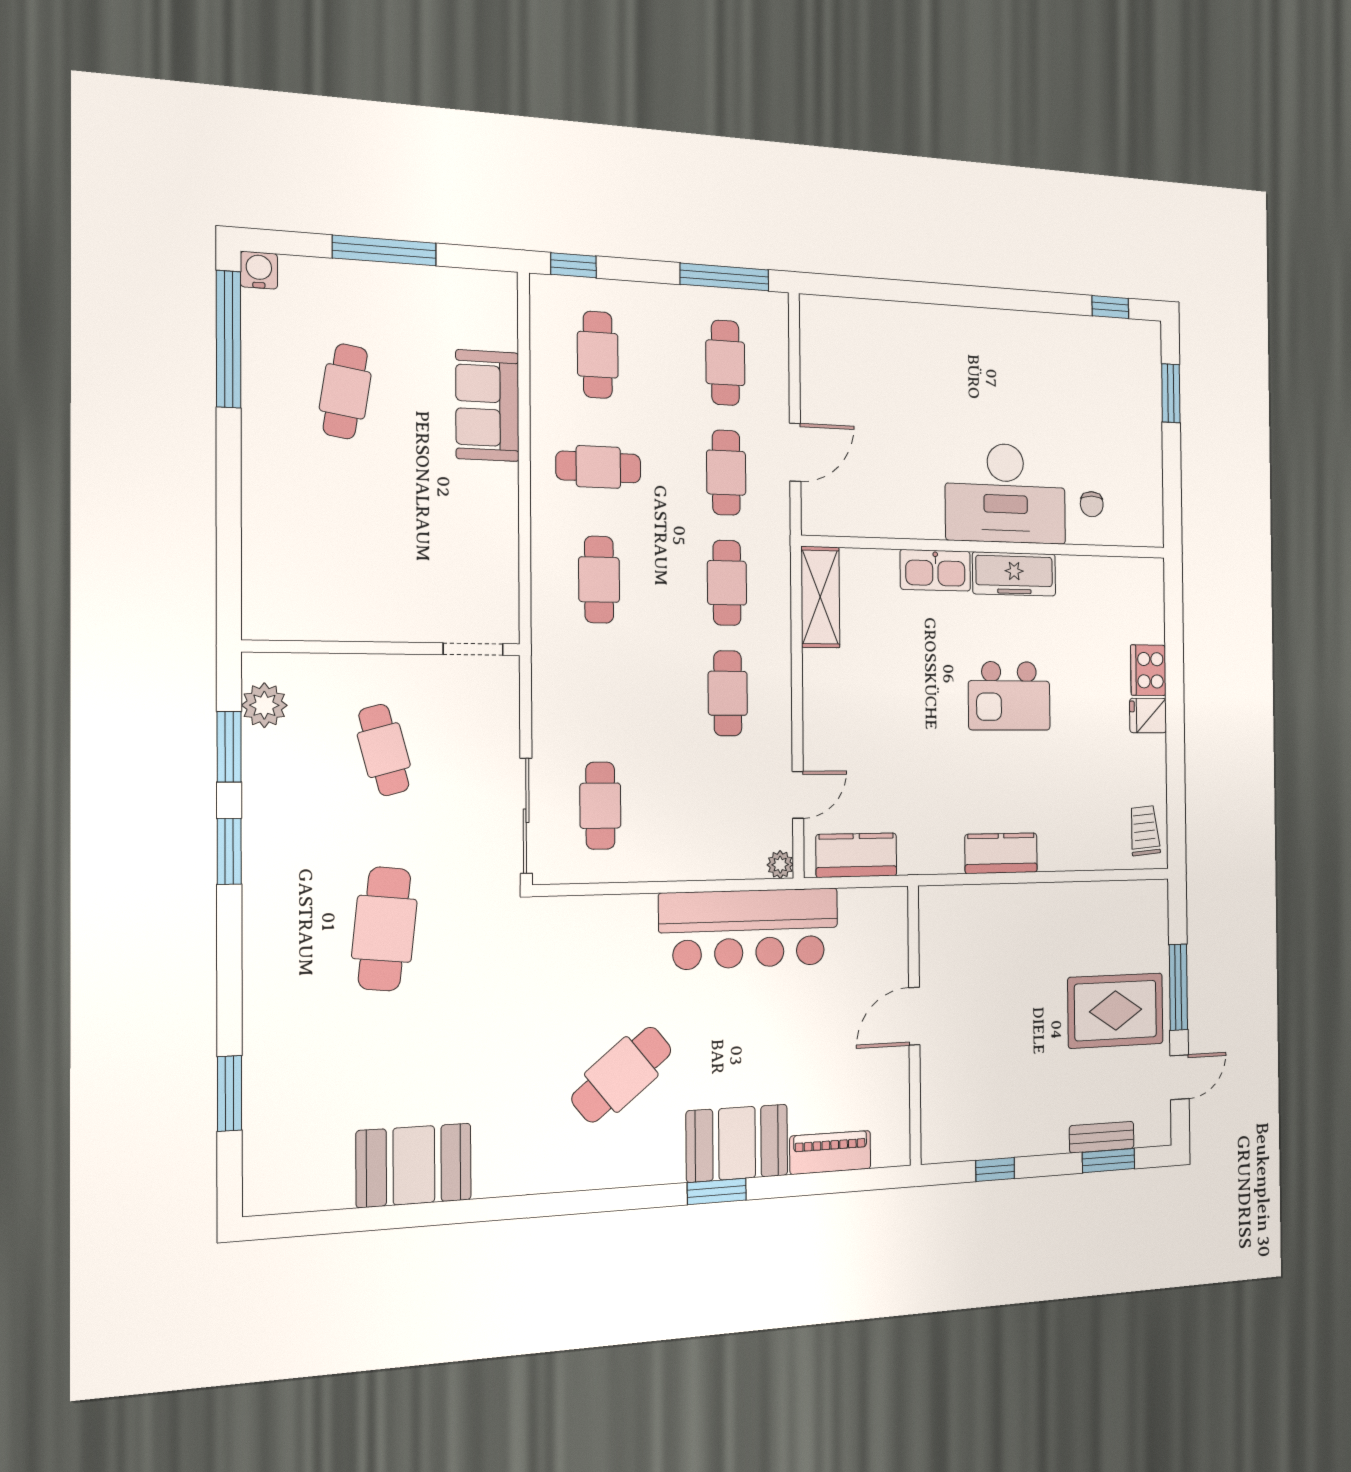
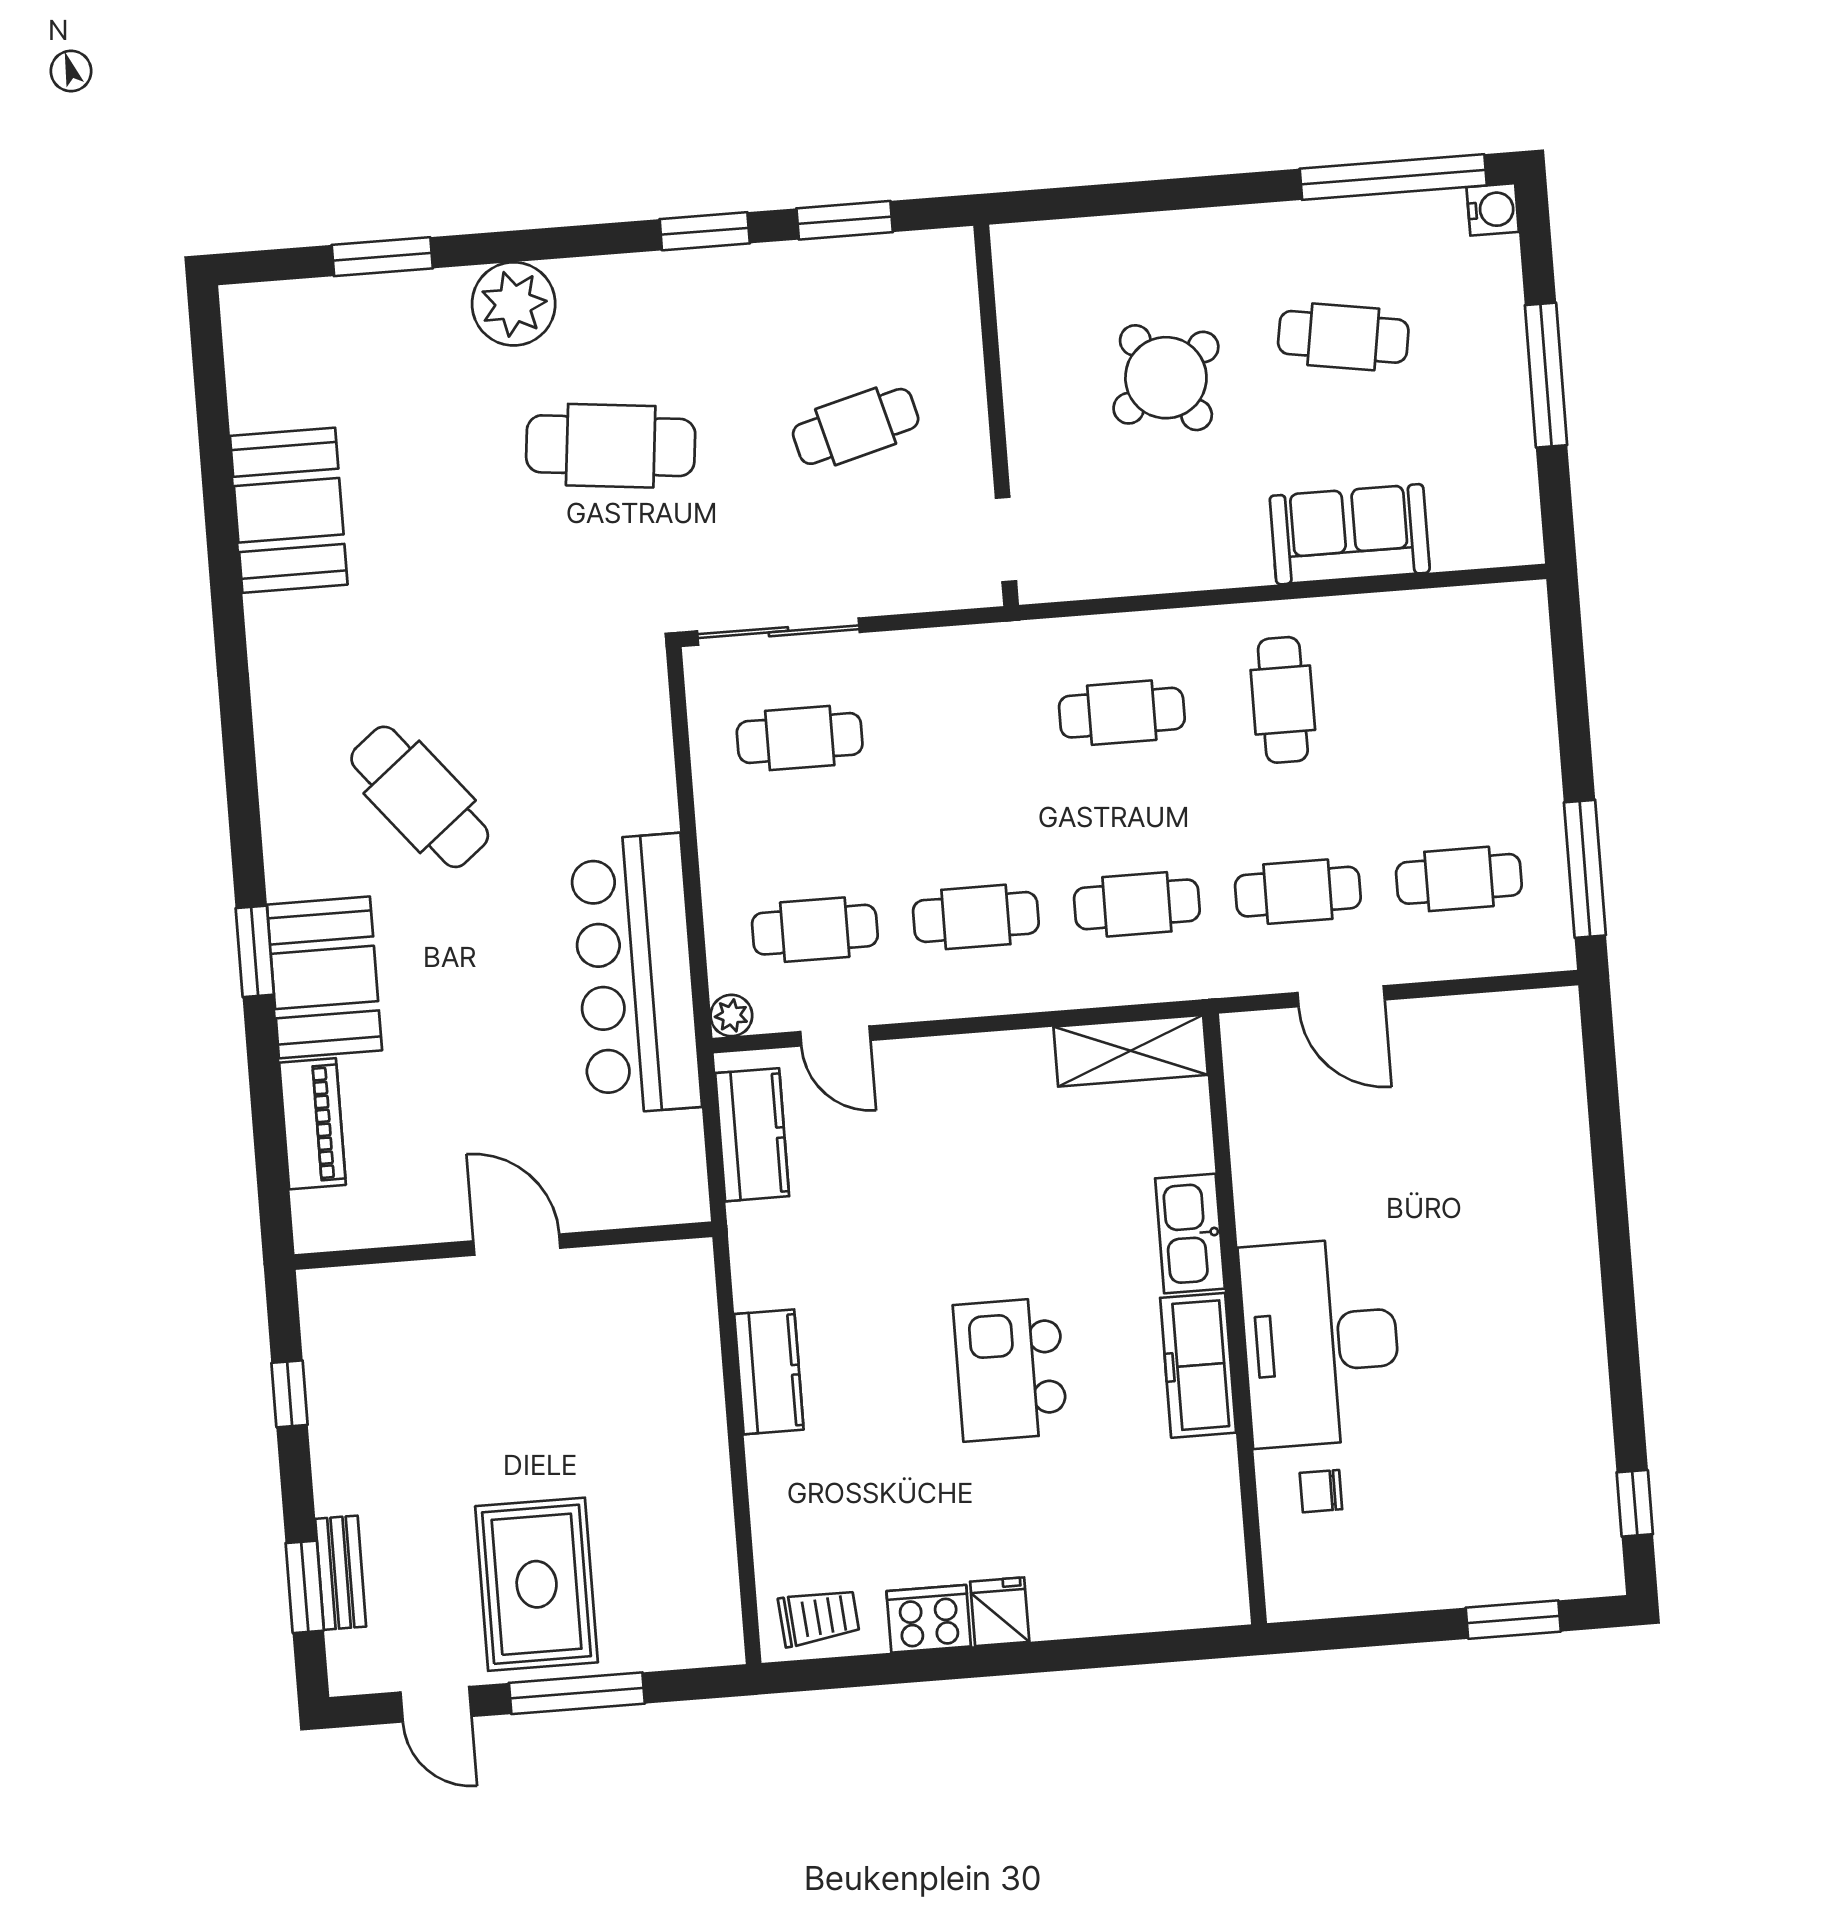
window: (574, 265) -> (1567, 643), removed
cafe table: (598, 355) -> (815, 930), moved
round table: (365, 523) -> (1166, 378), added
cooker: (1148, 670) -> (929, 1619), moved
plant: (264, 705) -> (514, 304), moved, width x1.36, depth x1.36

